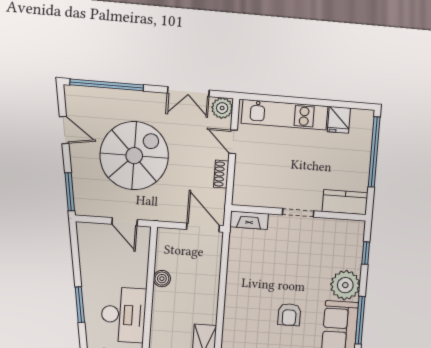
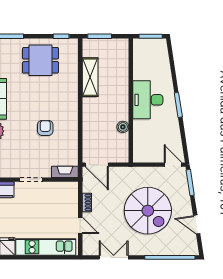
plant: (222, 108) -> (90, 248), removed
spiral stairs: (134, 156) -> (148, 211), turned -90
door: (125, 222) -> (173, 165), moved
armchair: (289, 315) -> (45, 128), moved

